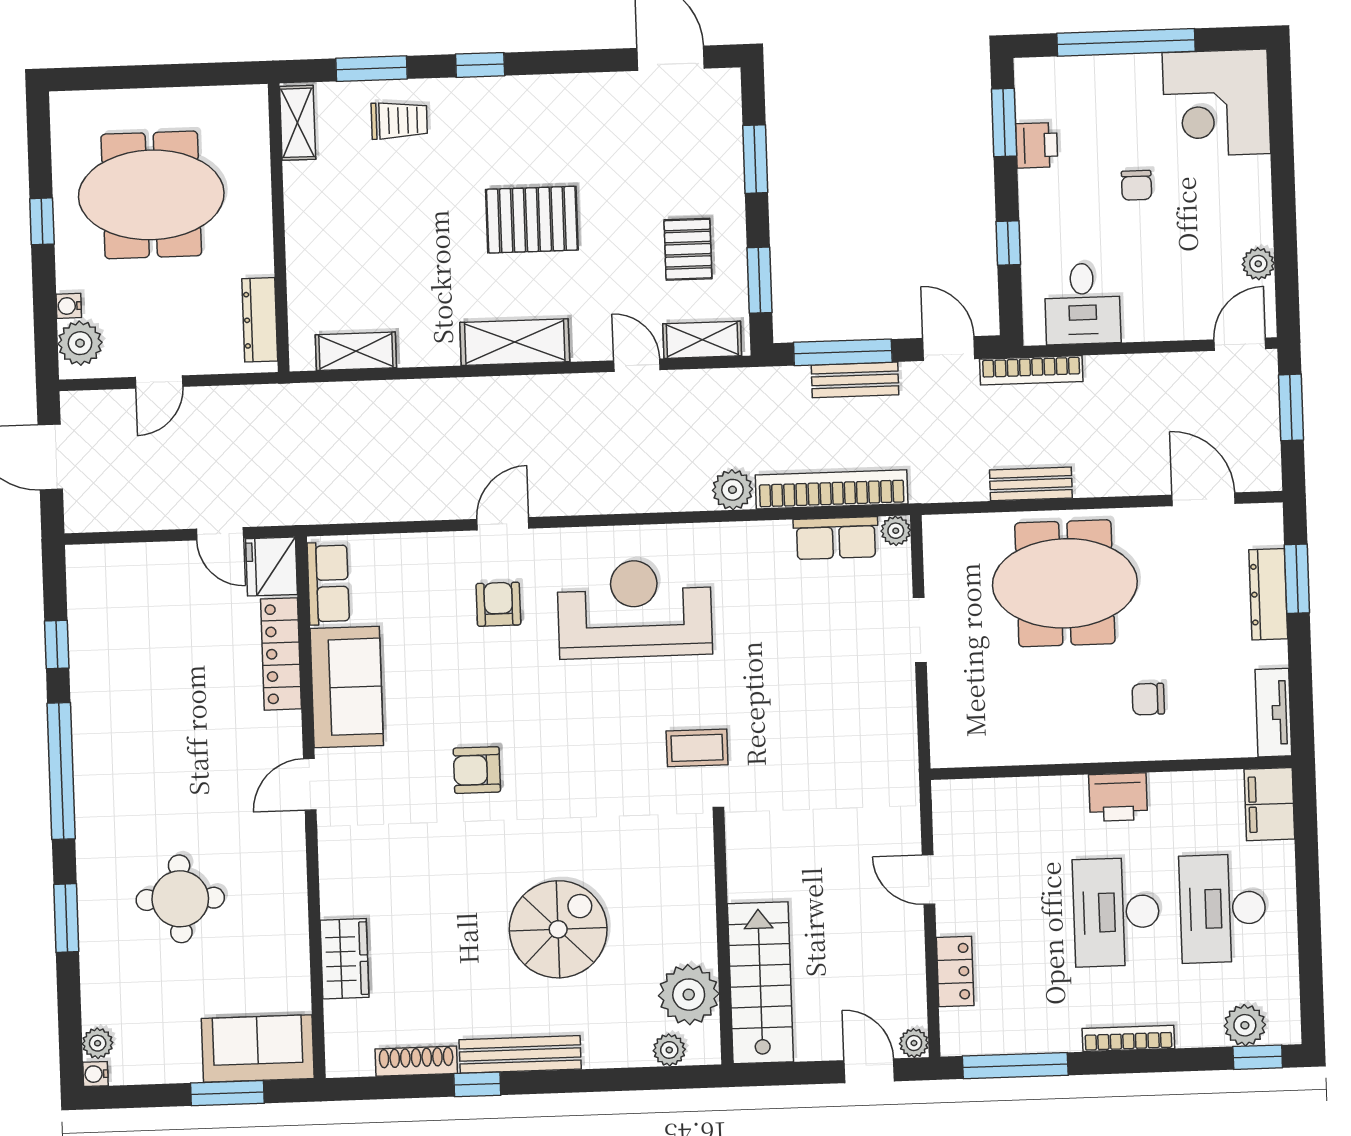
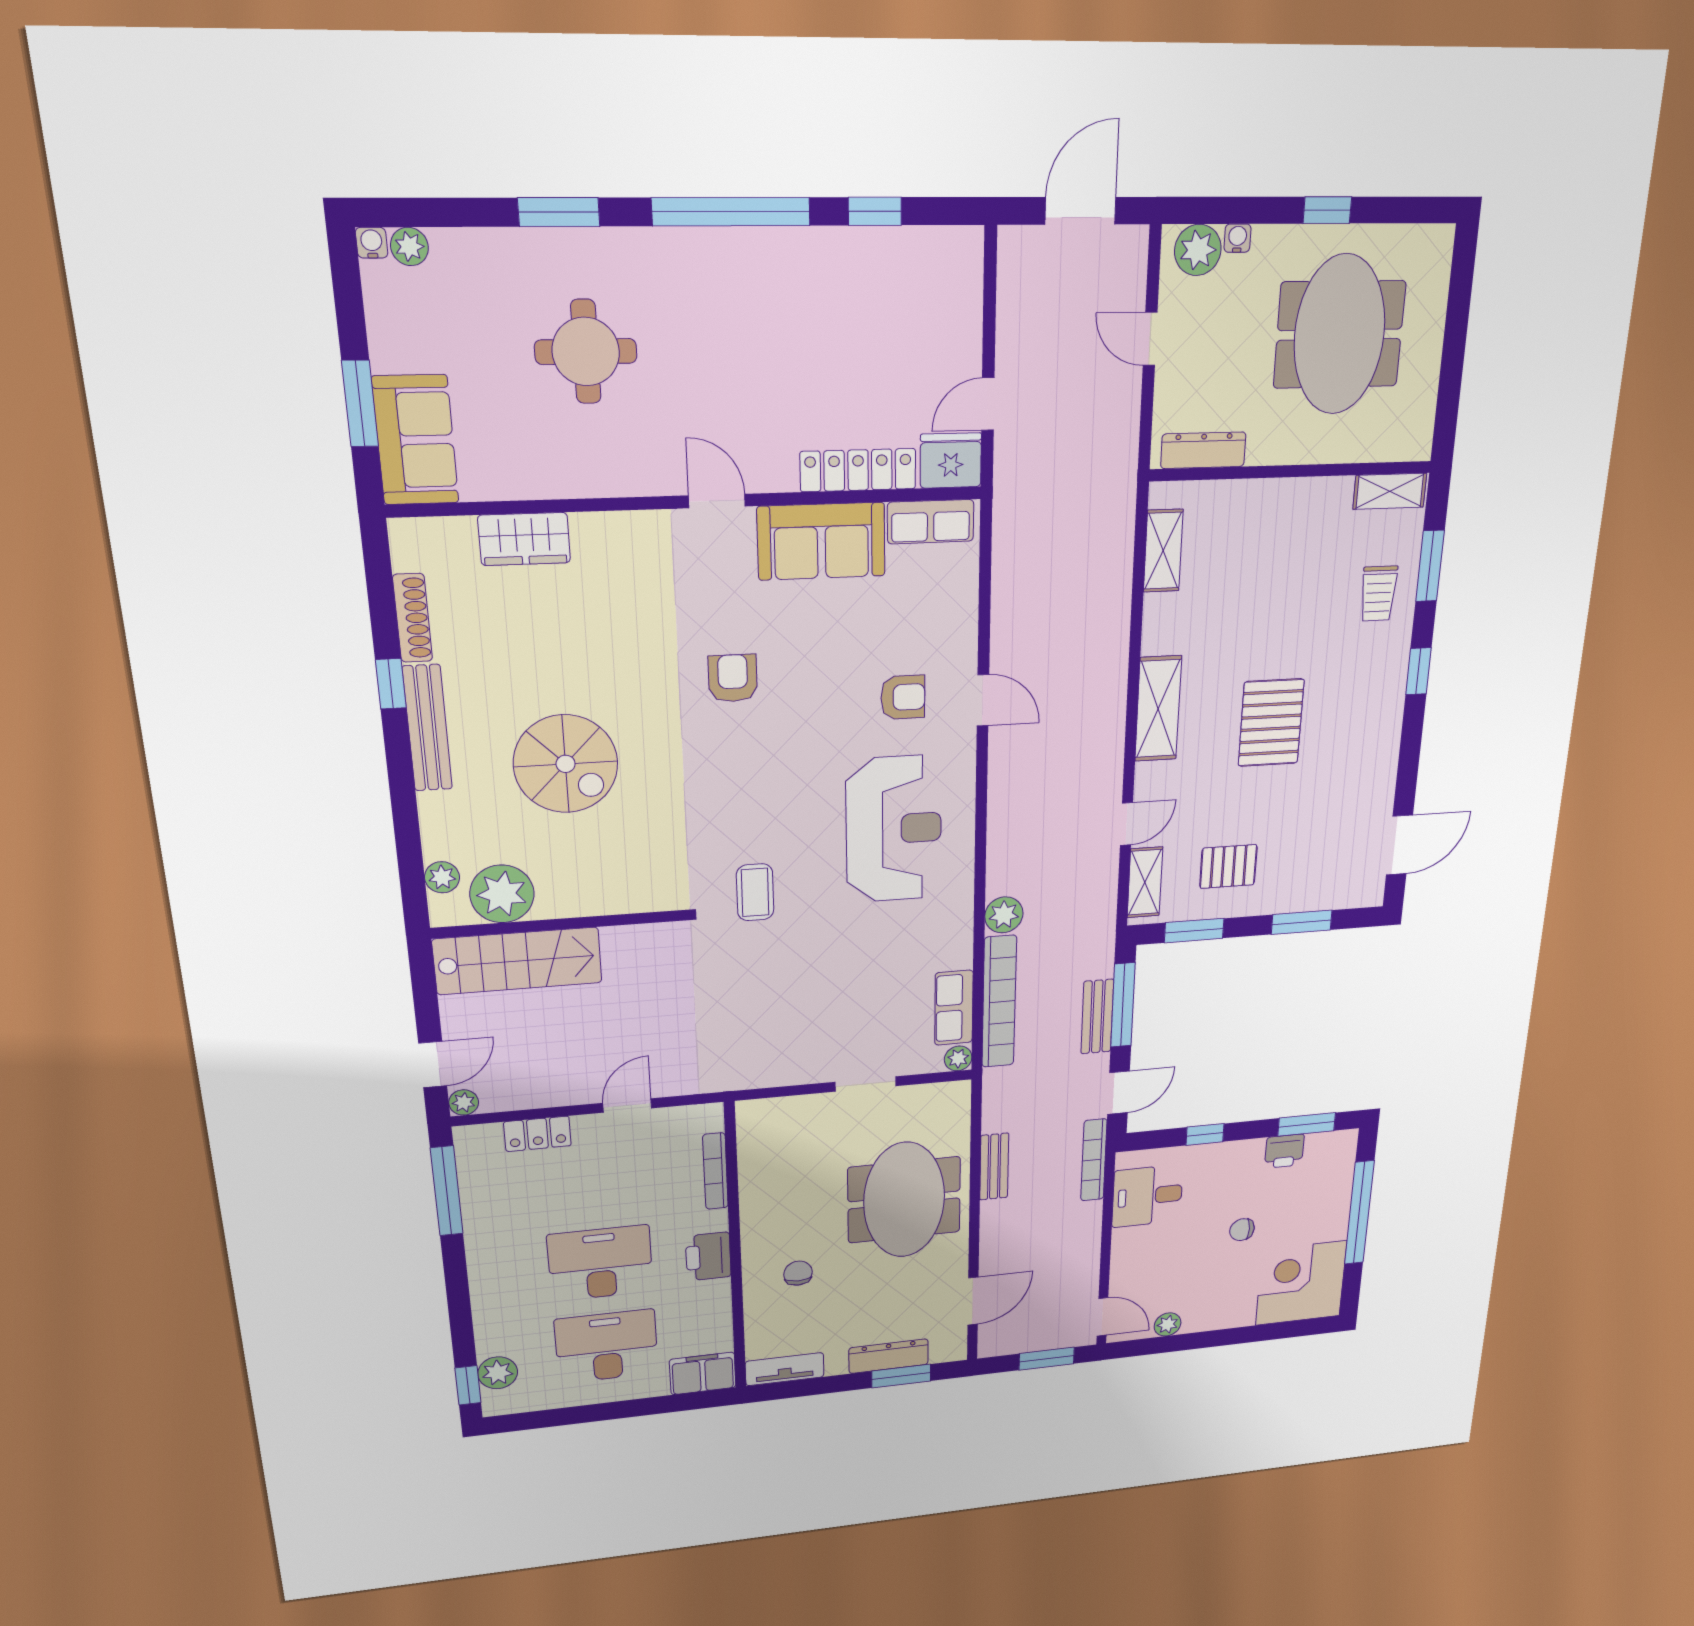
bookcase: (1128, 1038) -> (715, 1171), moved, turned 180

